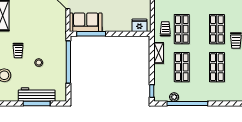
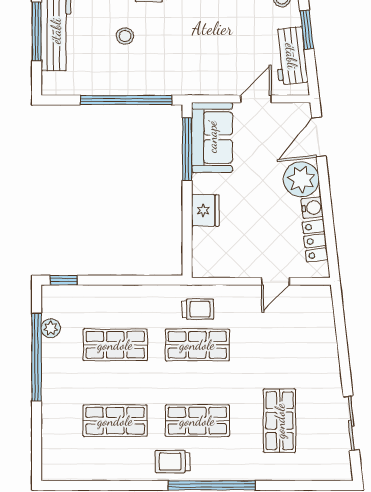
fridge: (139, 25) -> (205, 210), moved
shelving: (159, 53) -> (146, 295), removed

